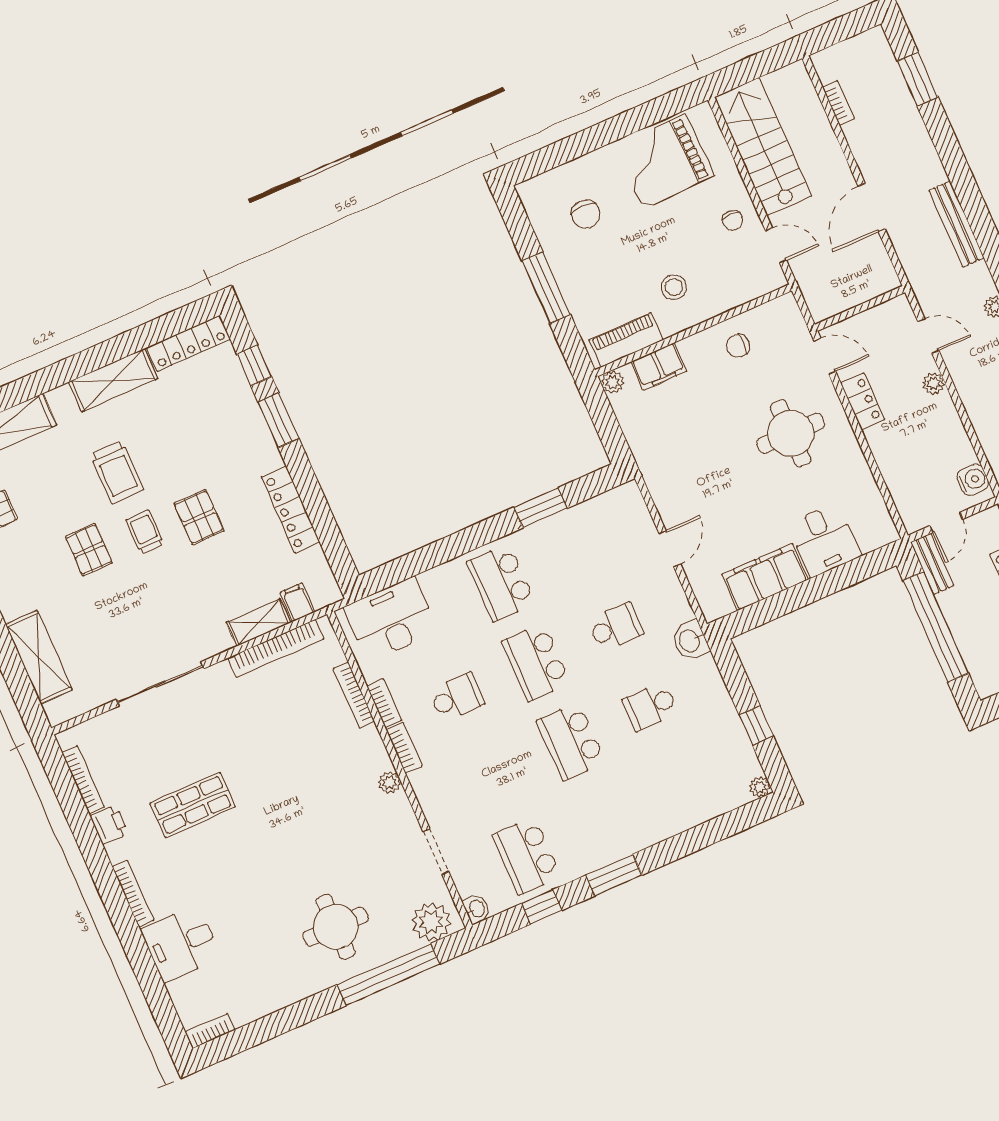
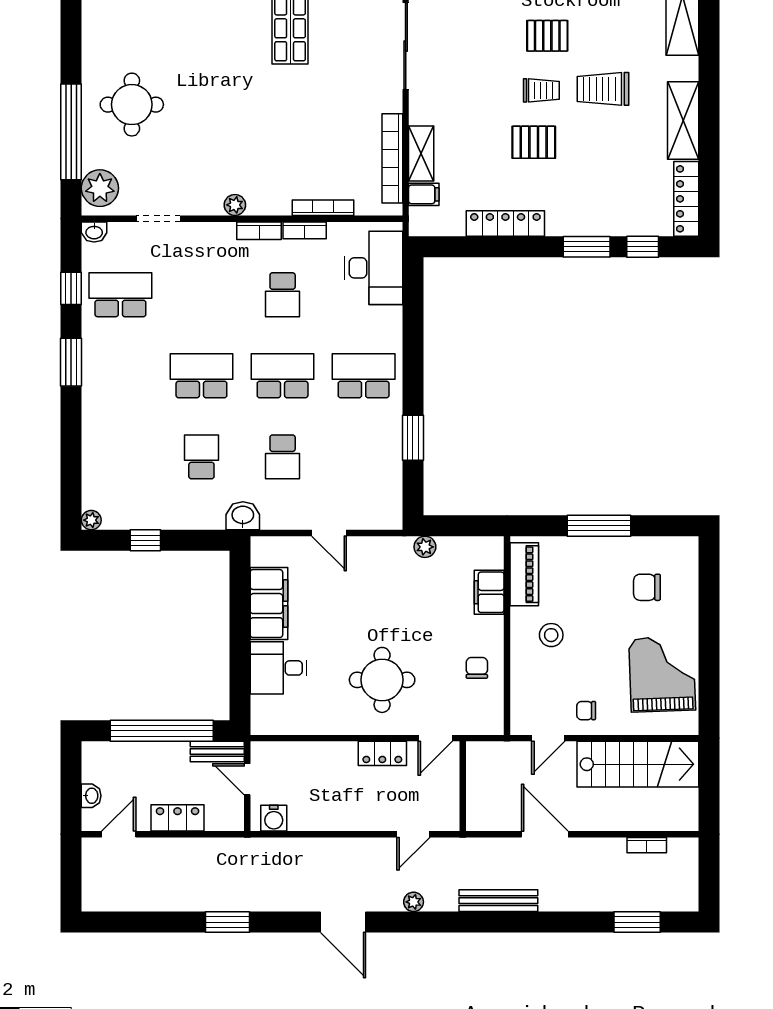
plant: (613, 382) -> (425, 547), moved
plant: (934, 383) -> (371, 821), removed

